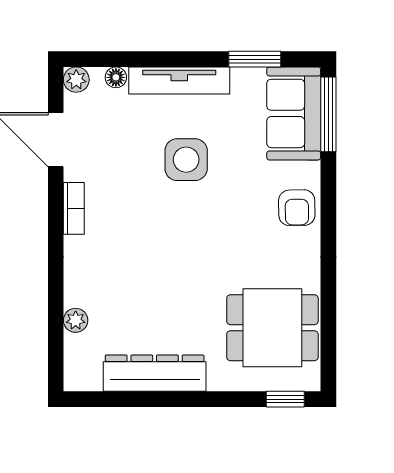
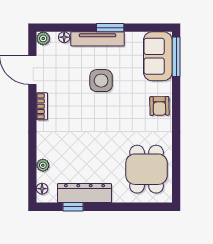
window: (255, 59) -> (110, 28), moved
dining table: (272, 328) -> (147, 169), turned 90
floor lamp: (74, 365) -> (42, 189), added
window: (285, 399) -> (73, 207), moved

